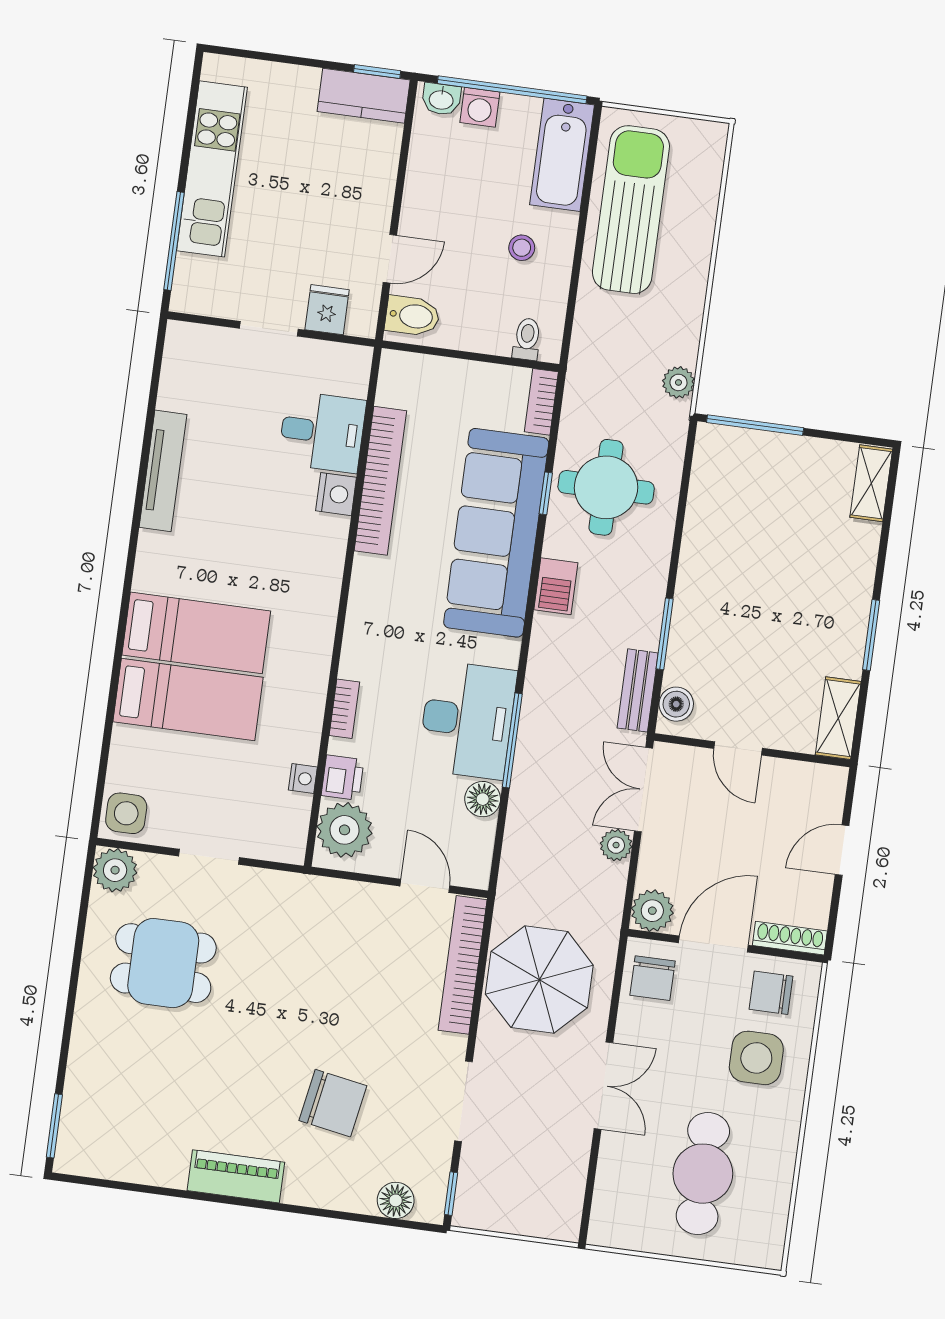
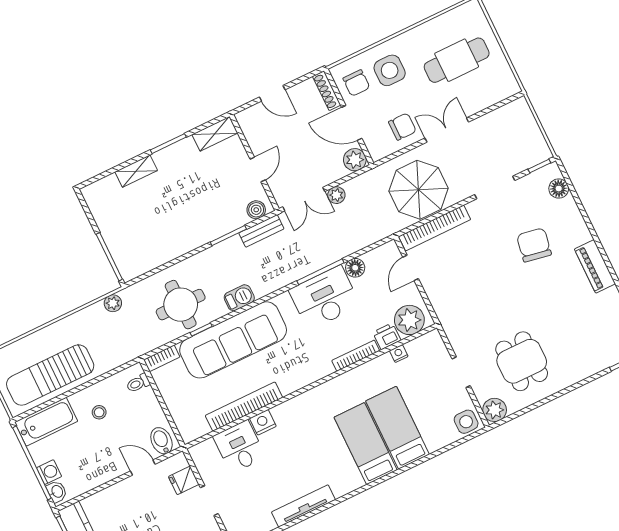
shelving: (871, 483) -> (136, 171), moved
bookcase: (344, 709) -> (356, 356), width x1.56
chair: (653, 978) -> (402, 127), moved

